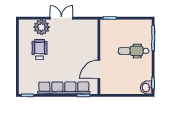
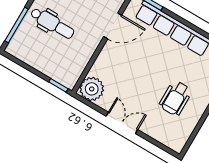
double door: (61, 18) -> (122, 123), swing flipped
plant: (42, 27) -> (92, 89), moved

